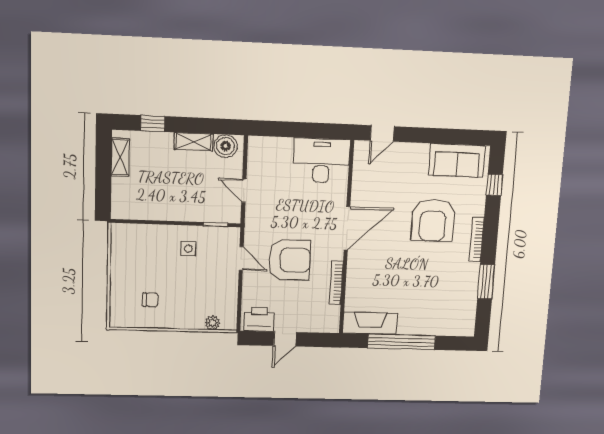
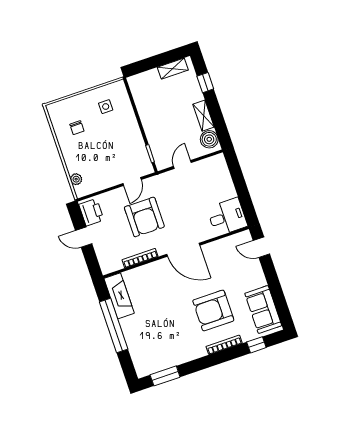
desk: (321, 161) -> (227, 217), width x0.73
bookcase: (477, 240) -> (224, 345), moved
side table: (188, 249) -> (106, 107), moved
window: (486, 282) -> (165, 376), moved

